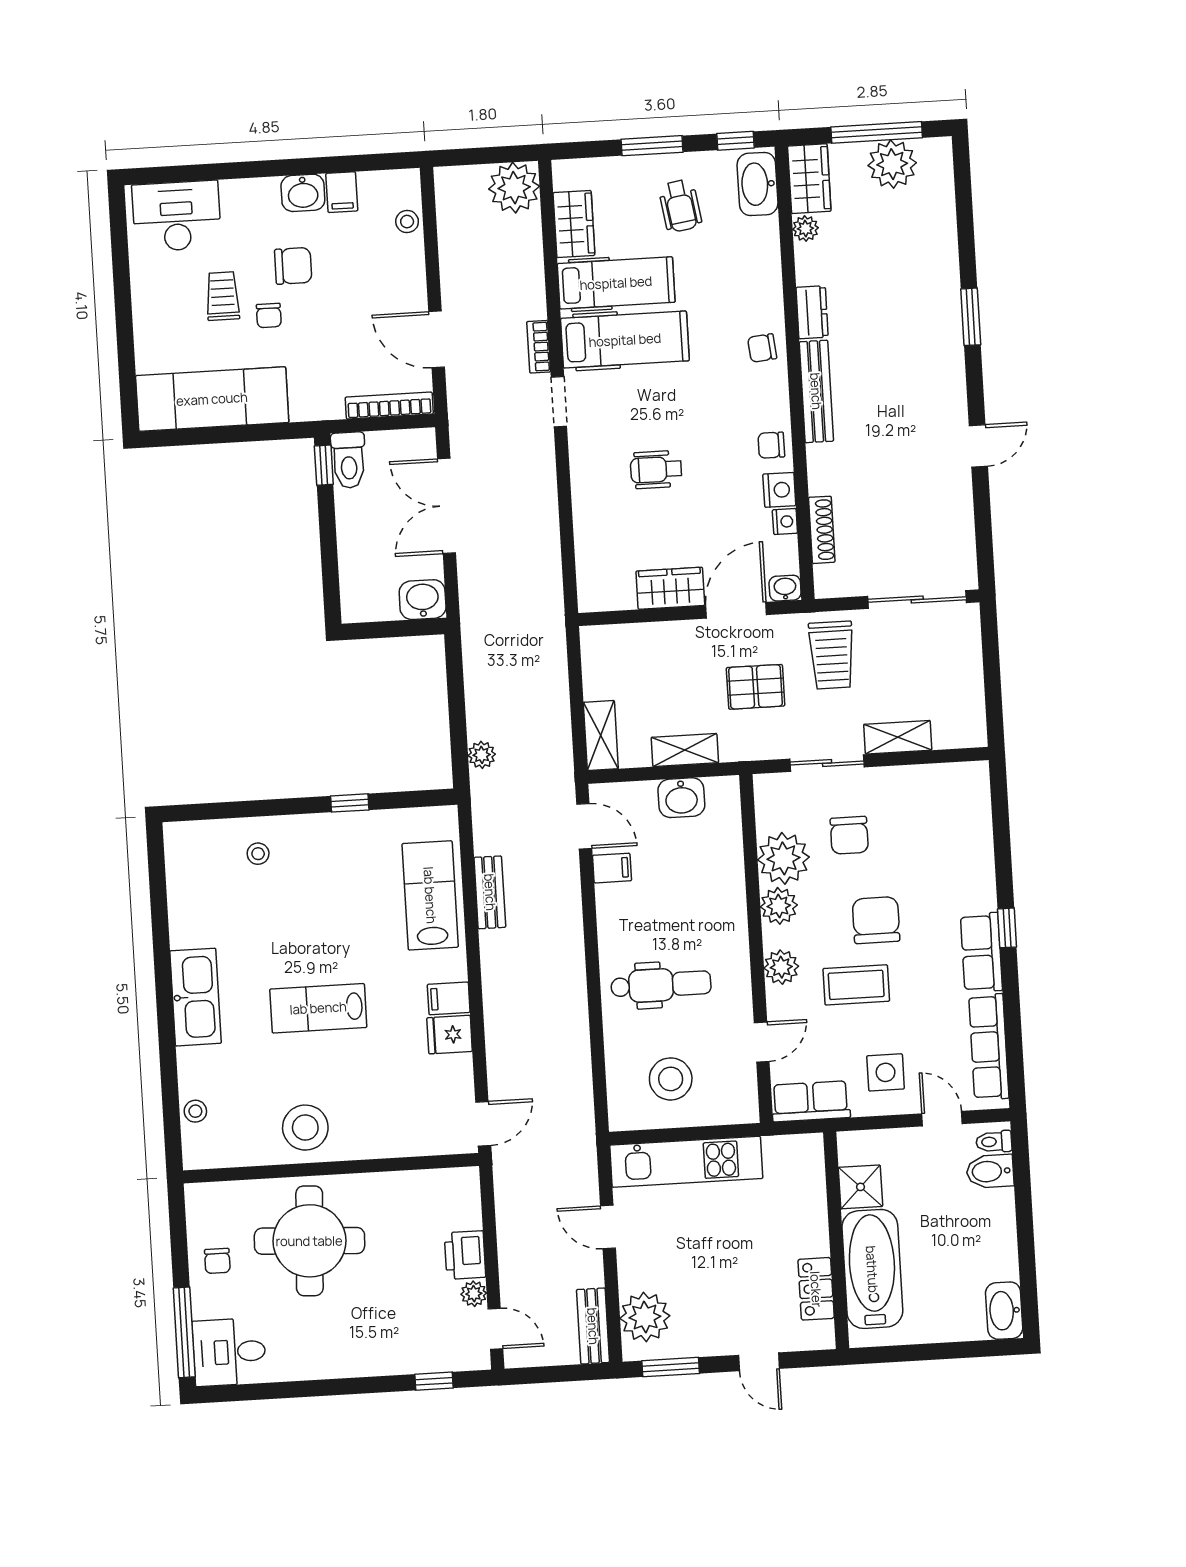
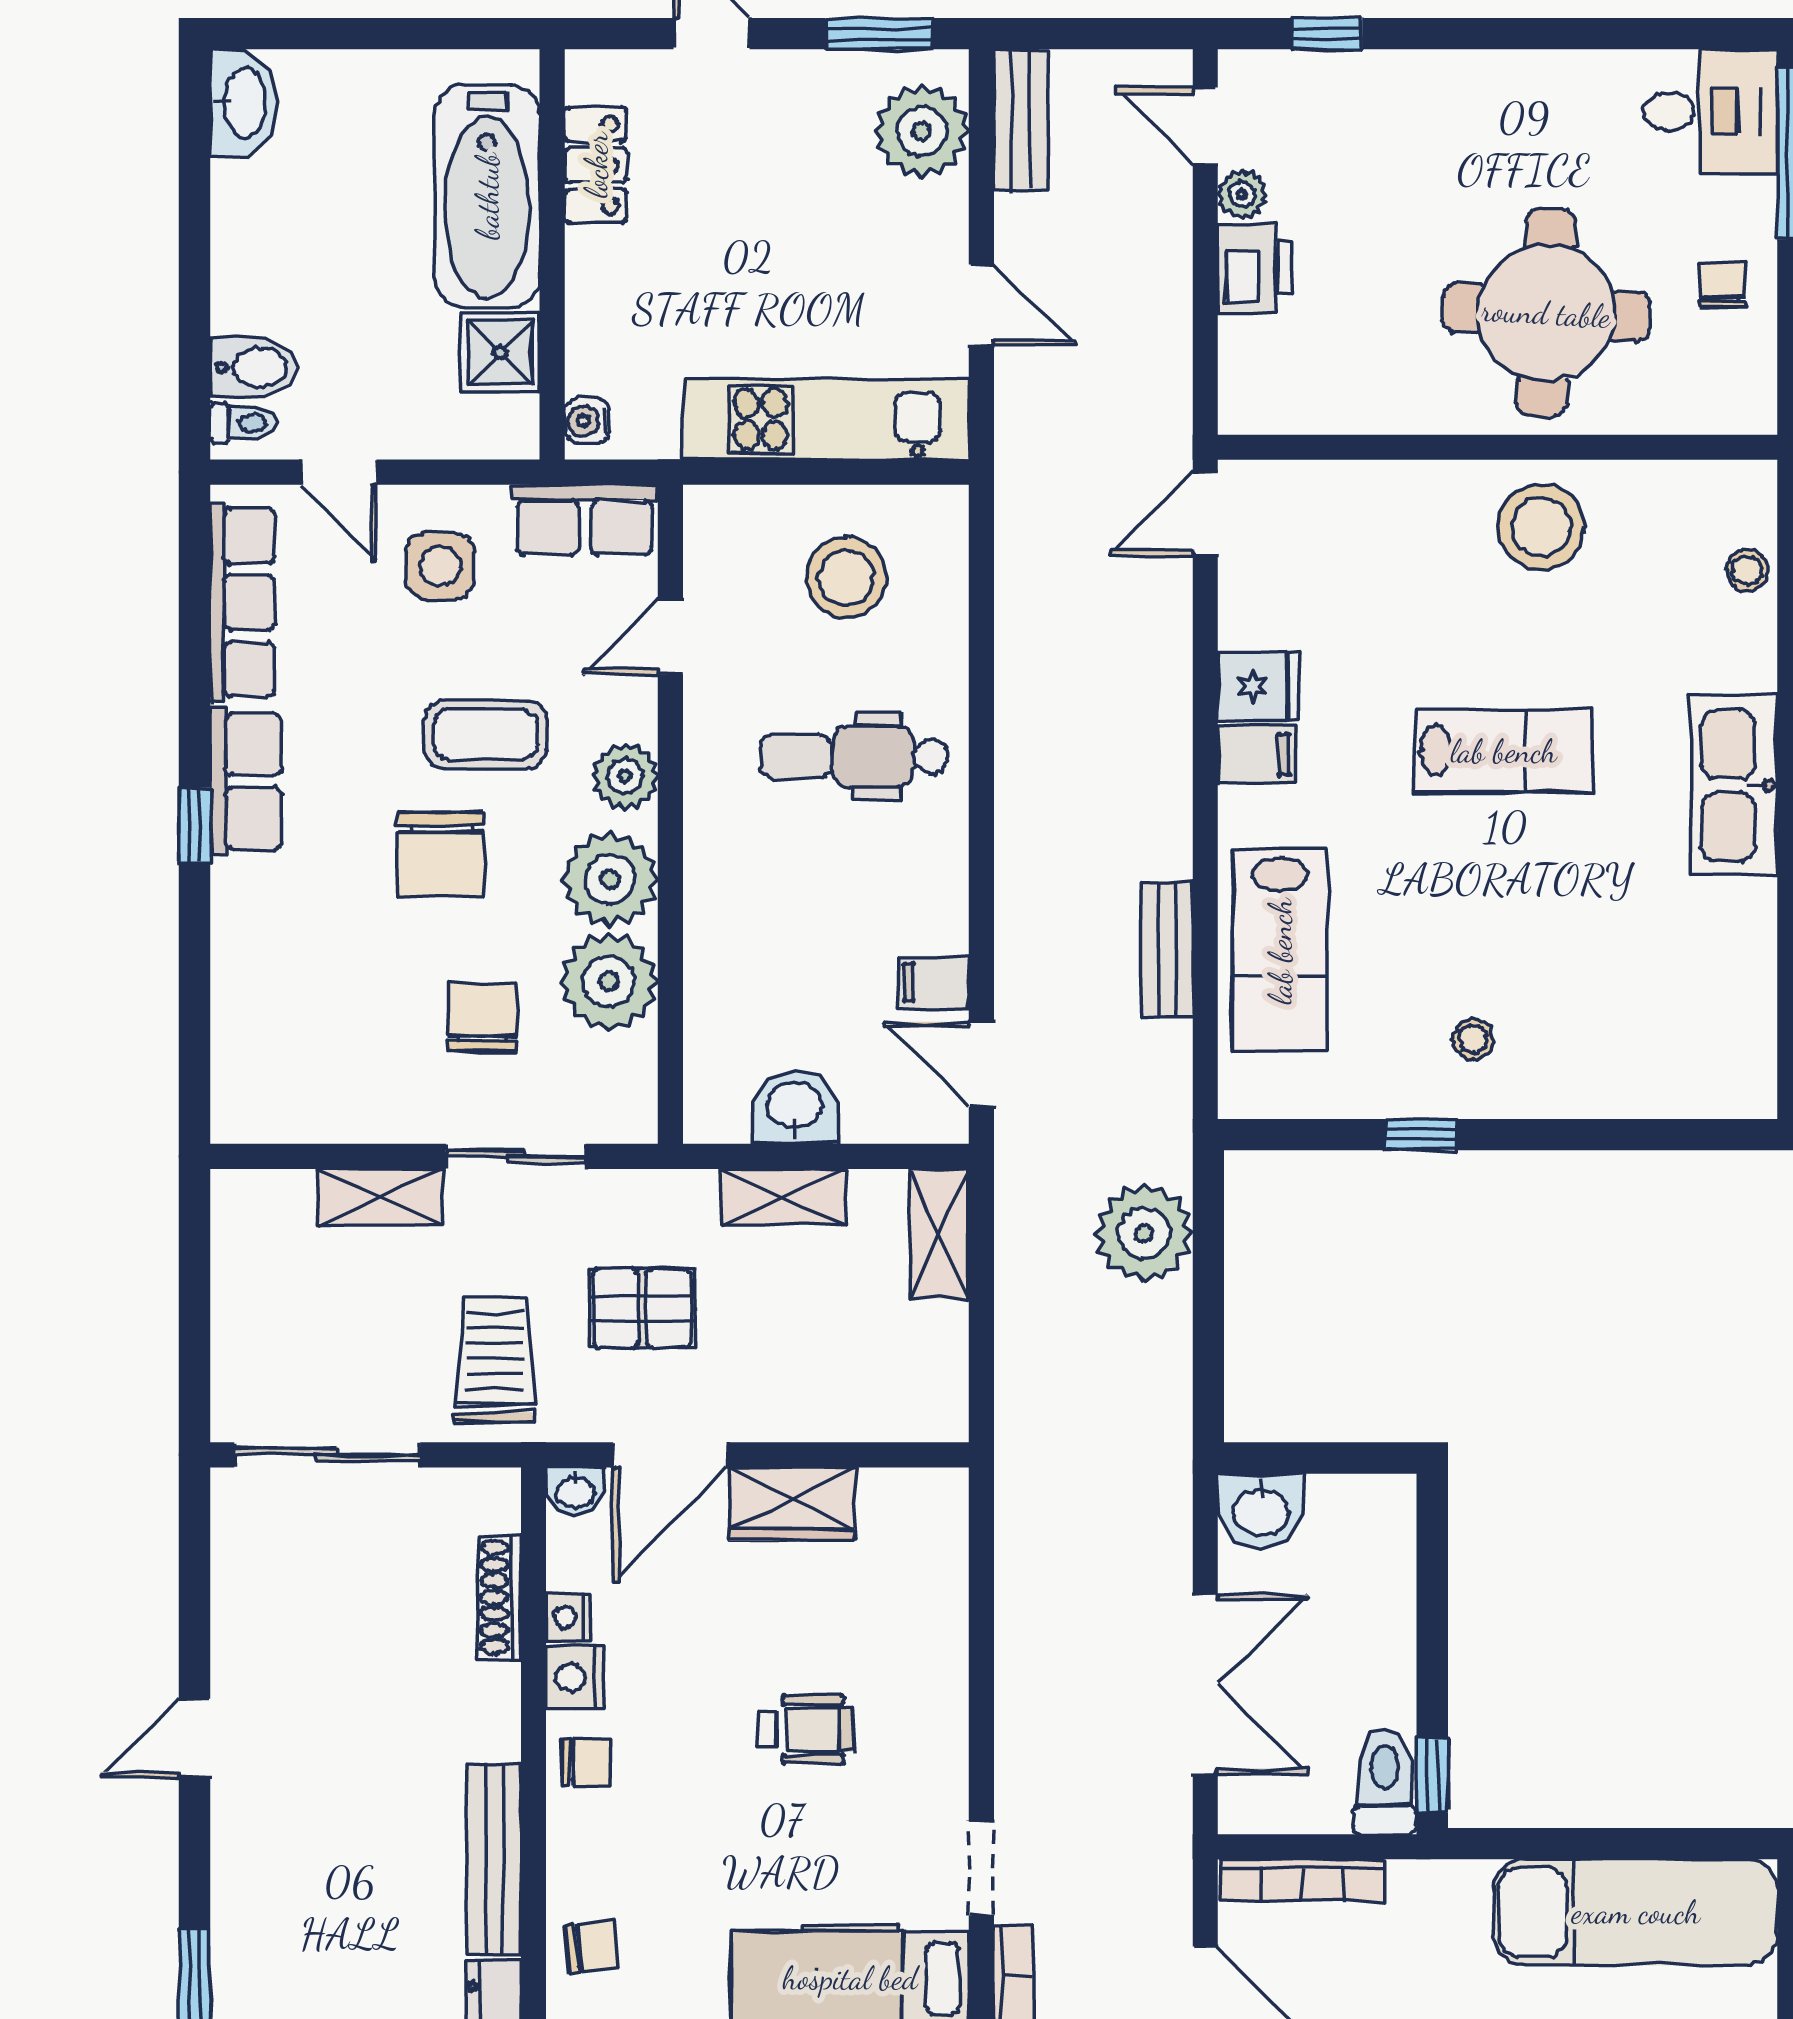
plant: (482, 755) -> (1144, 1233), width x1.88, depth x1.88
stool: (258, 854) -> (1473, 1039), moved
plant: (779, 906) -> (610, 879), width x1.36, depth x1.36
water cooler: (812, 1154) -> (587, 421), added

